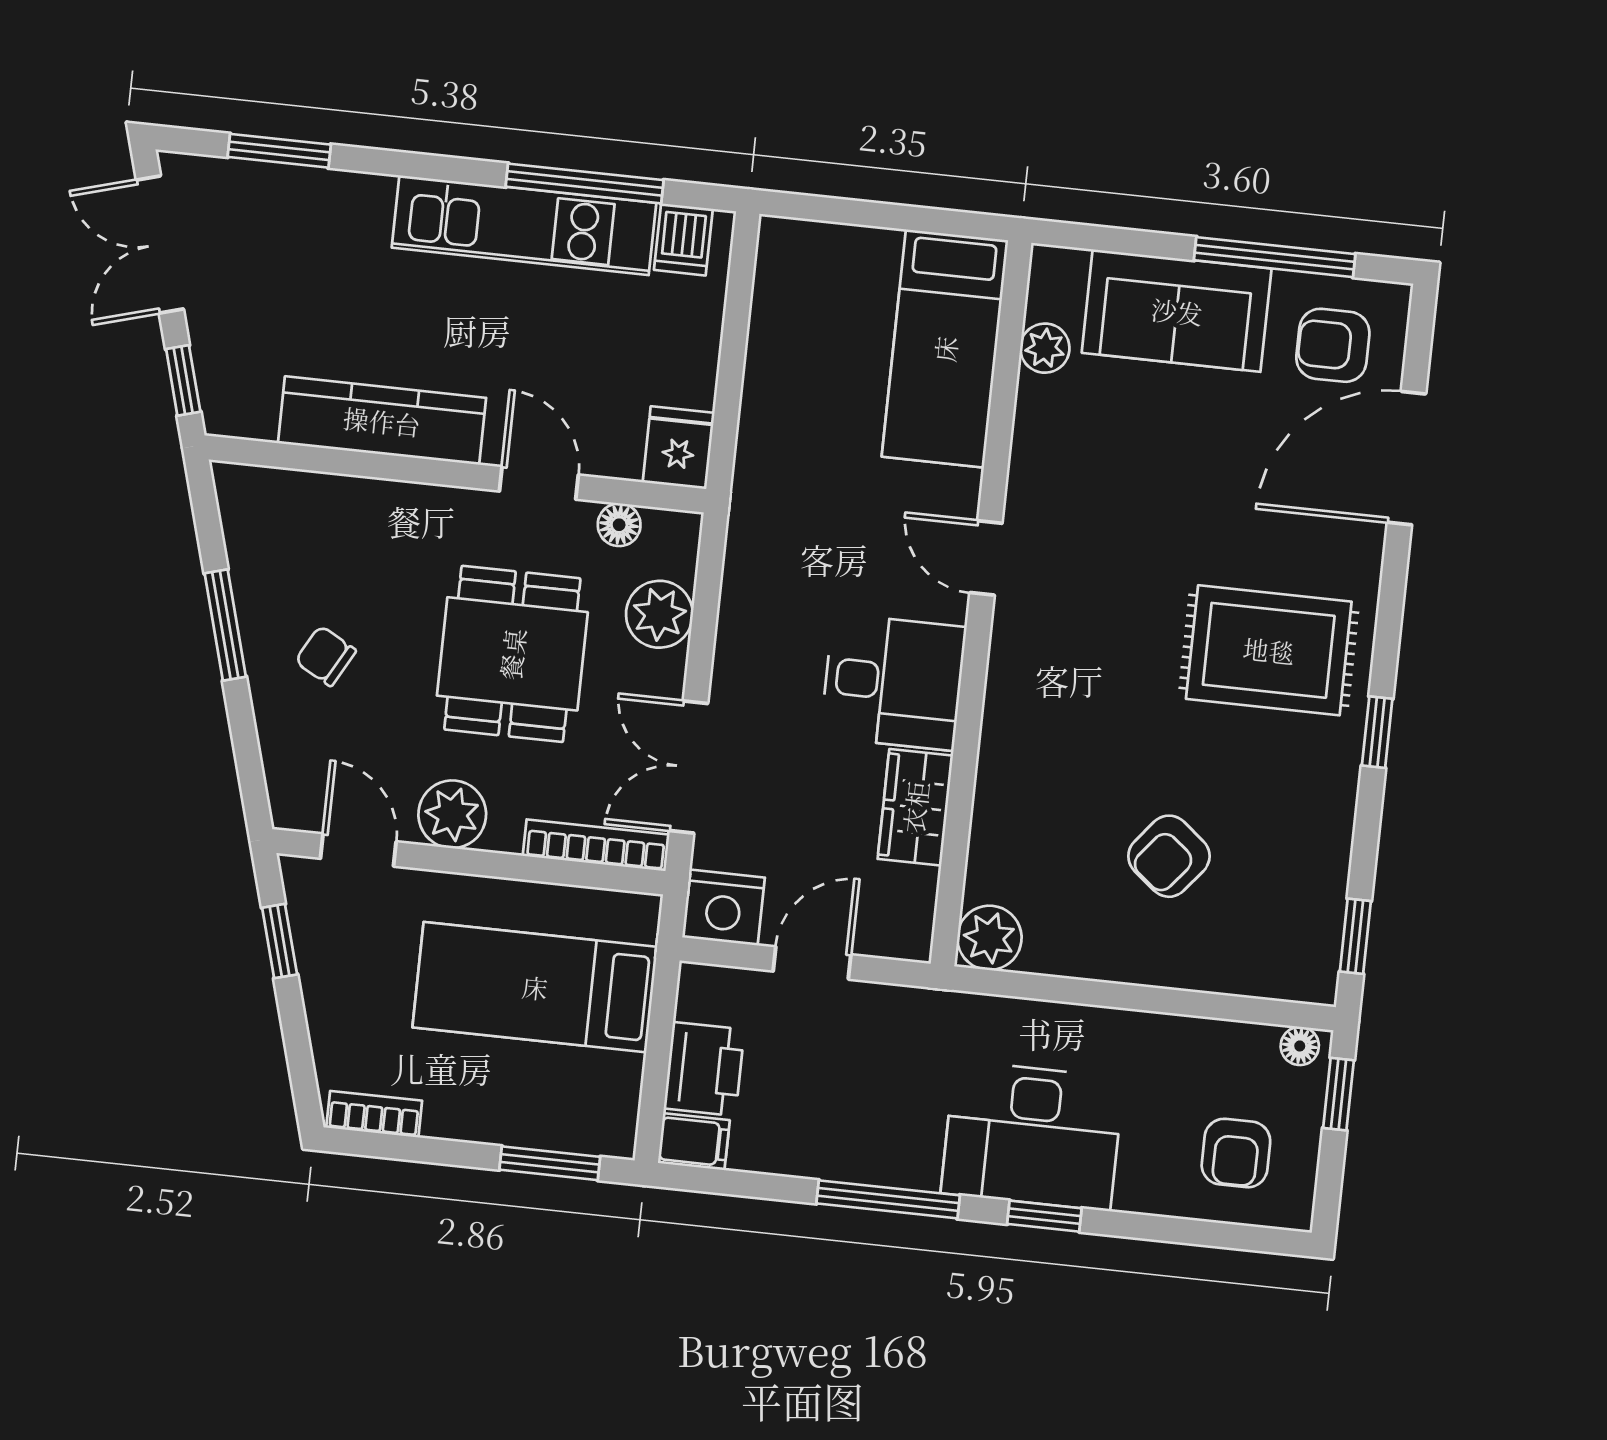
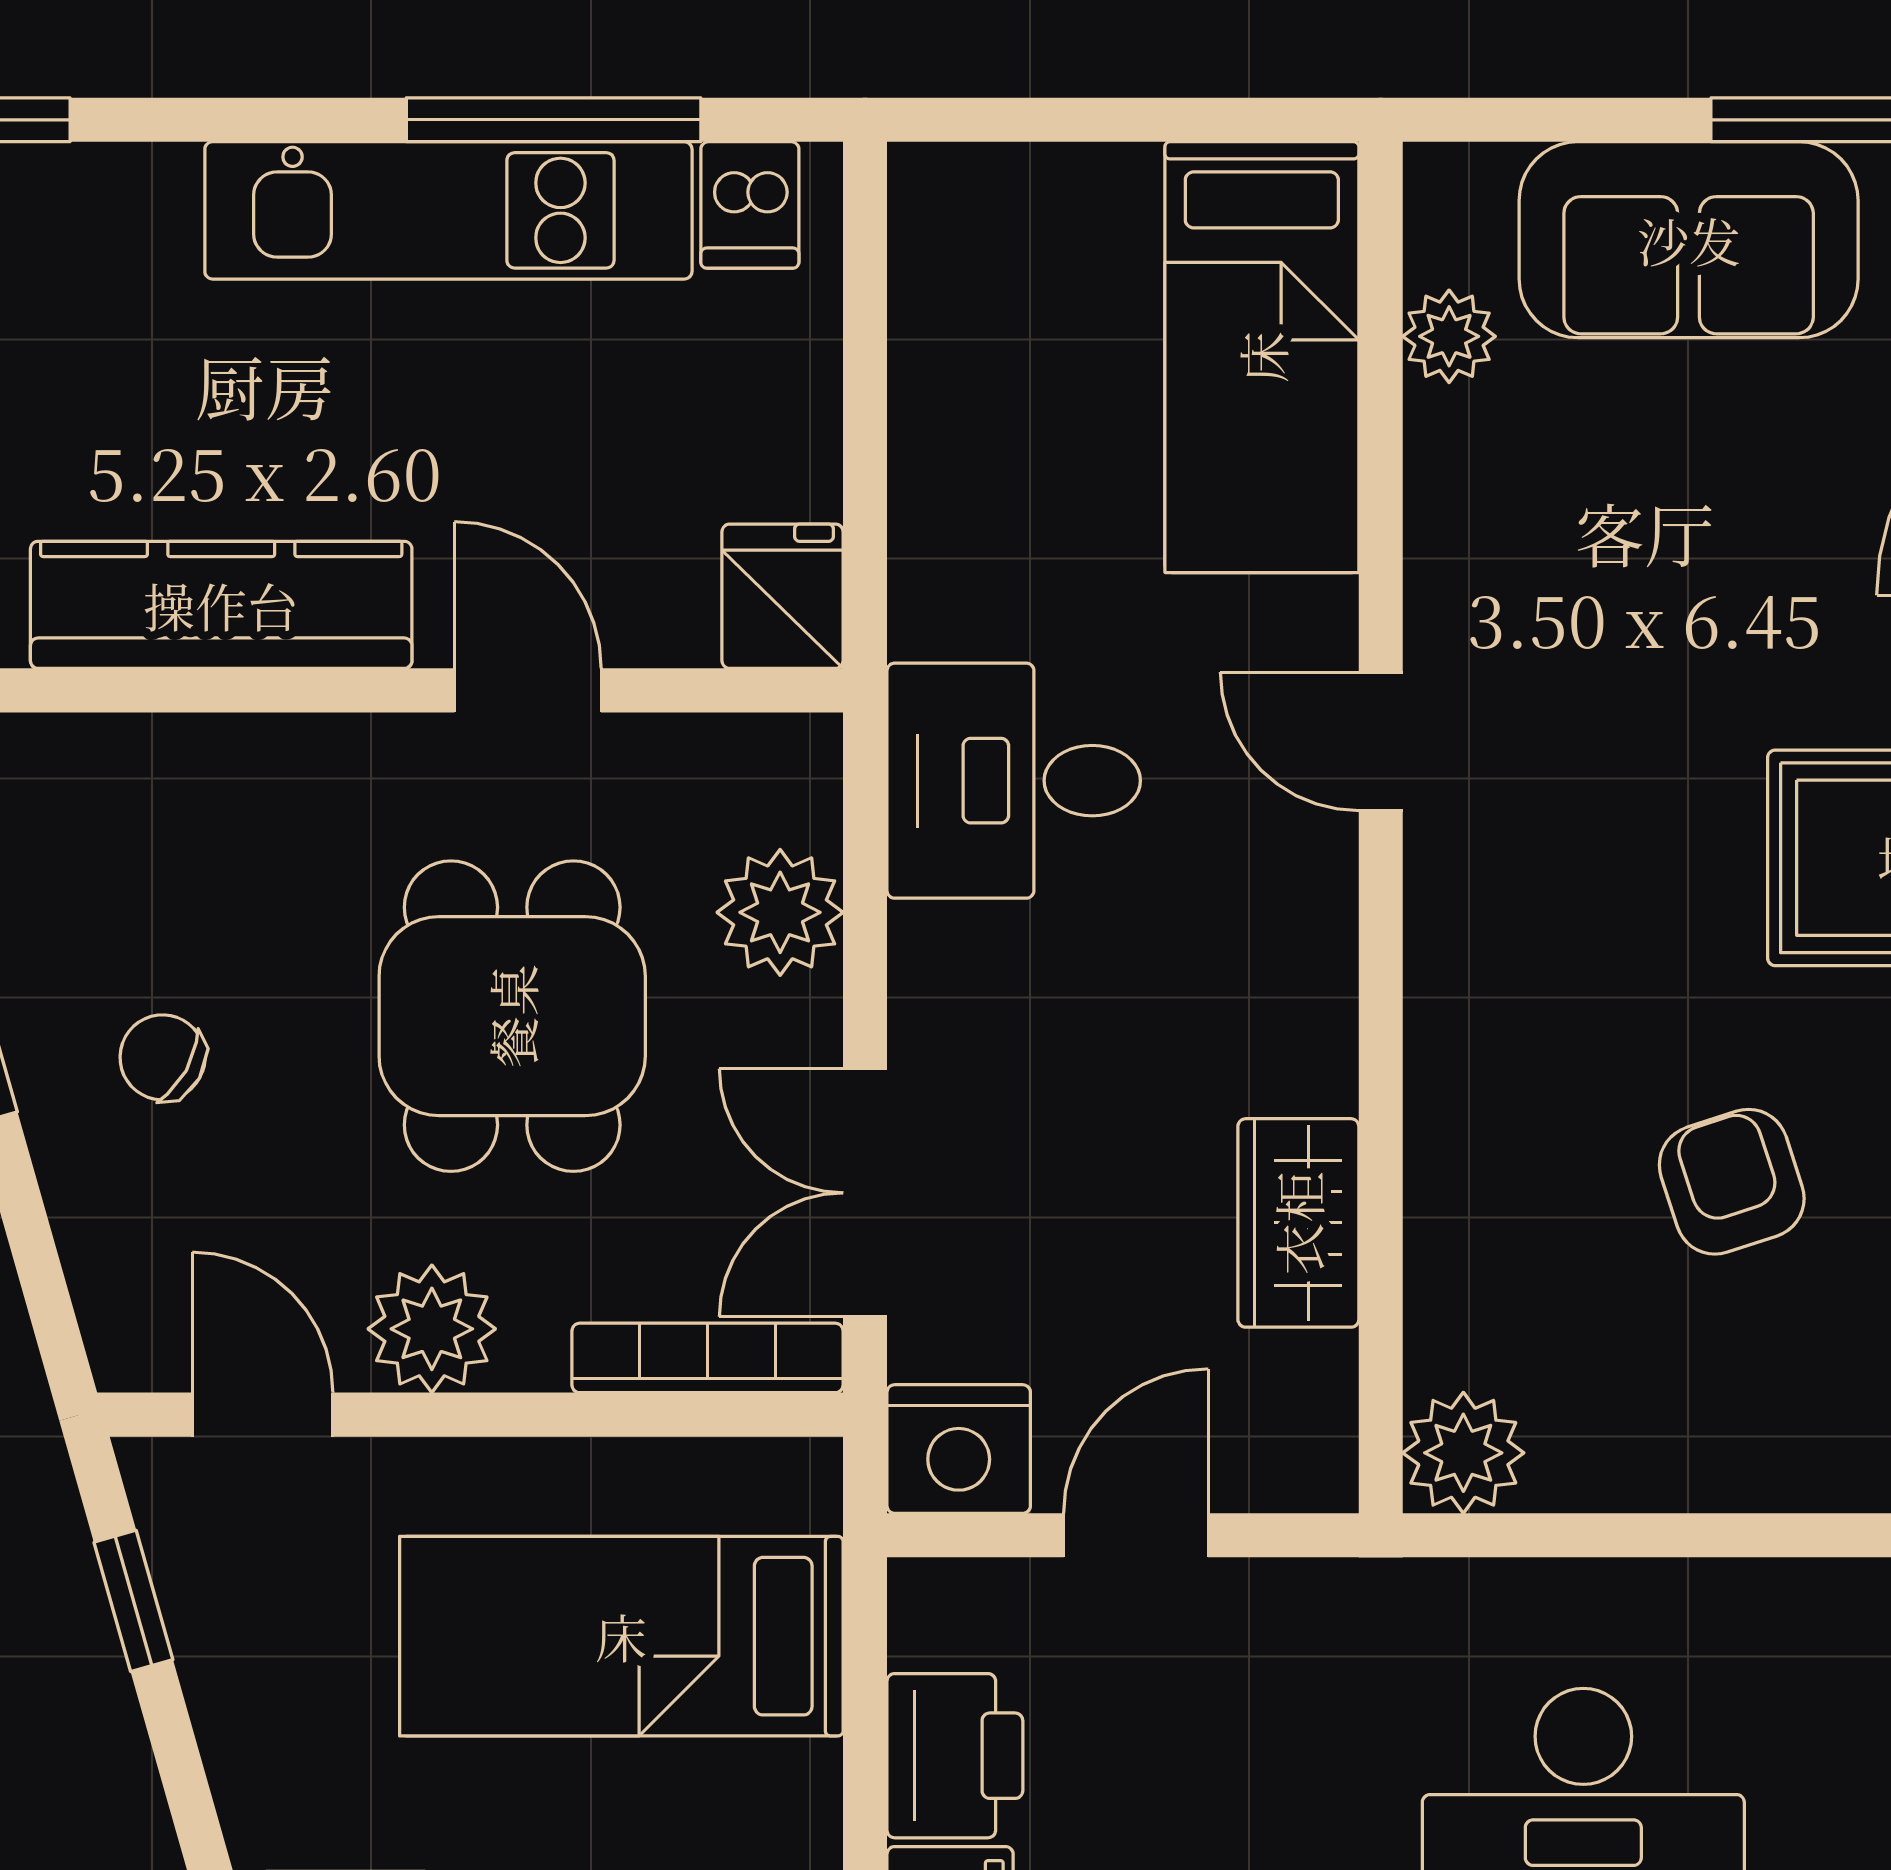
floor lamp: (619, 525) -> (687, 753), removed
desk: (893, 682) -> (1014, 781), moved, turned 180
armchair: (1169, 856) -> (1732, 1182), moved, turned 123

